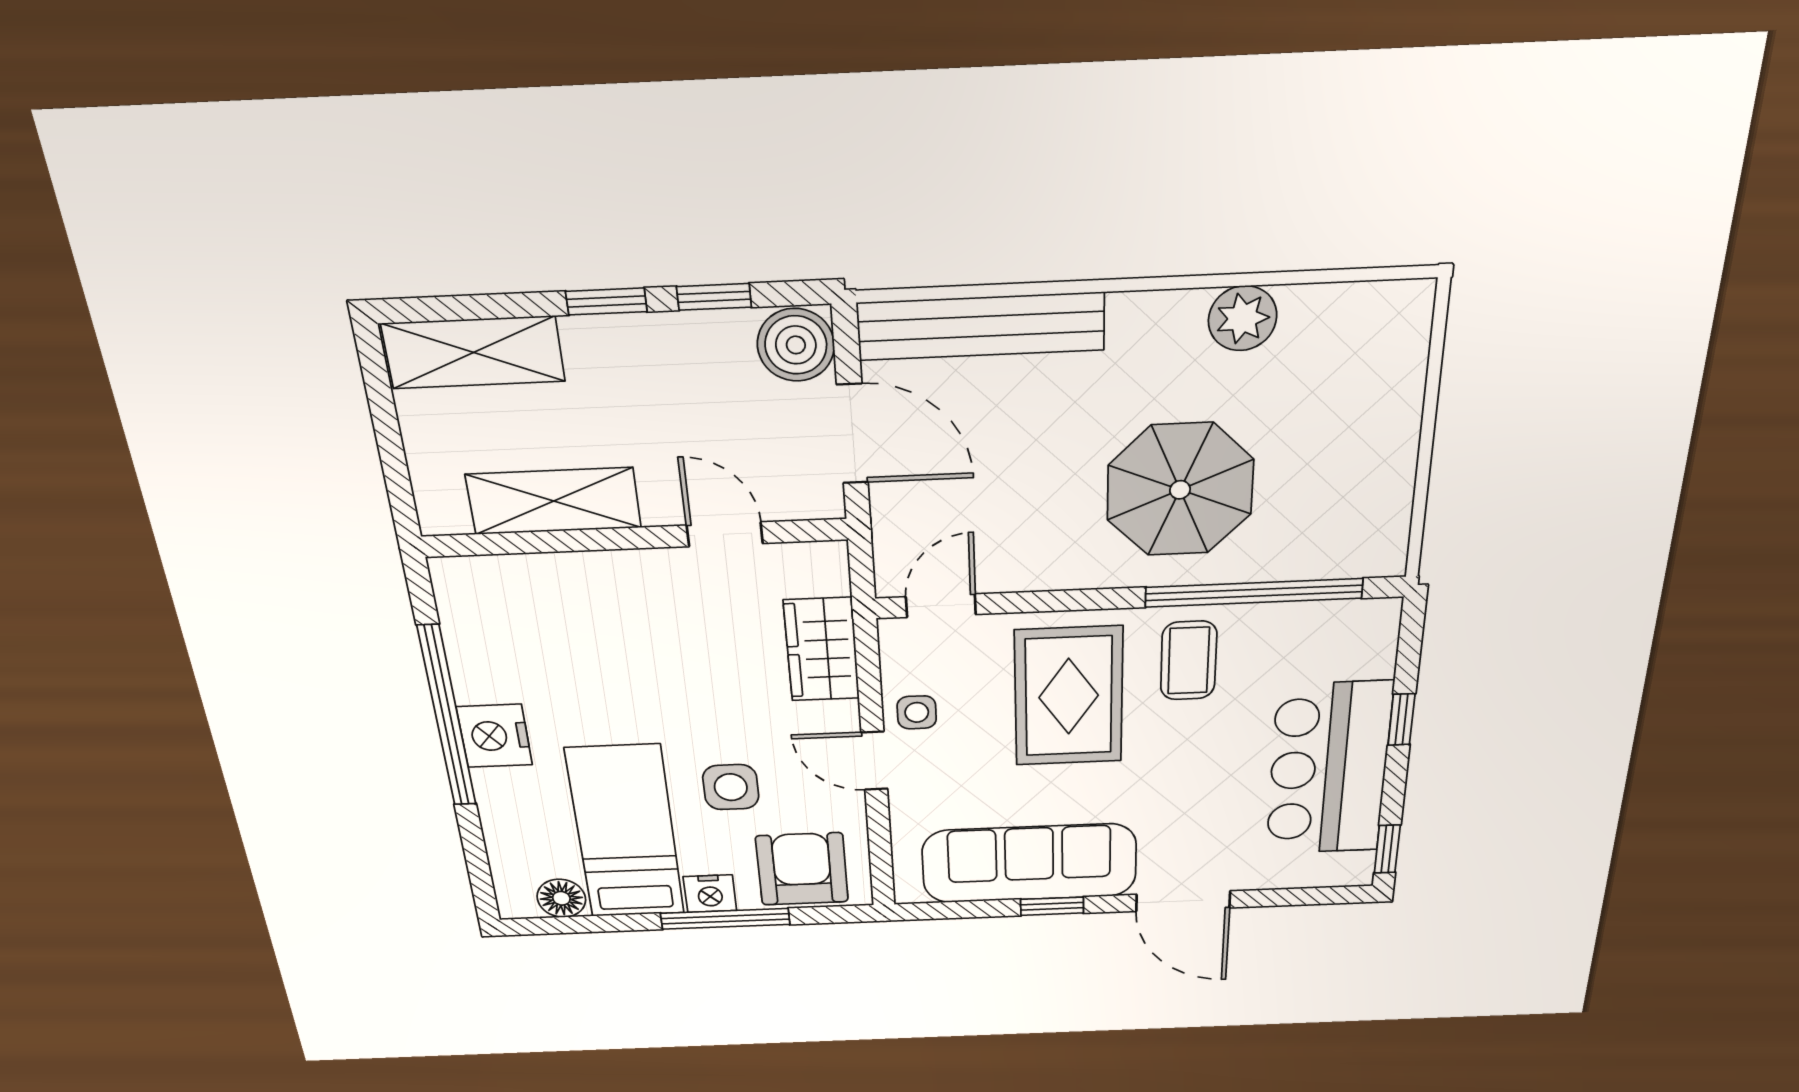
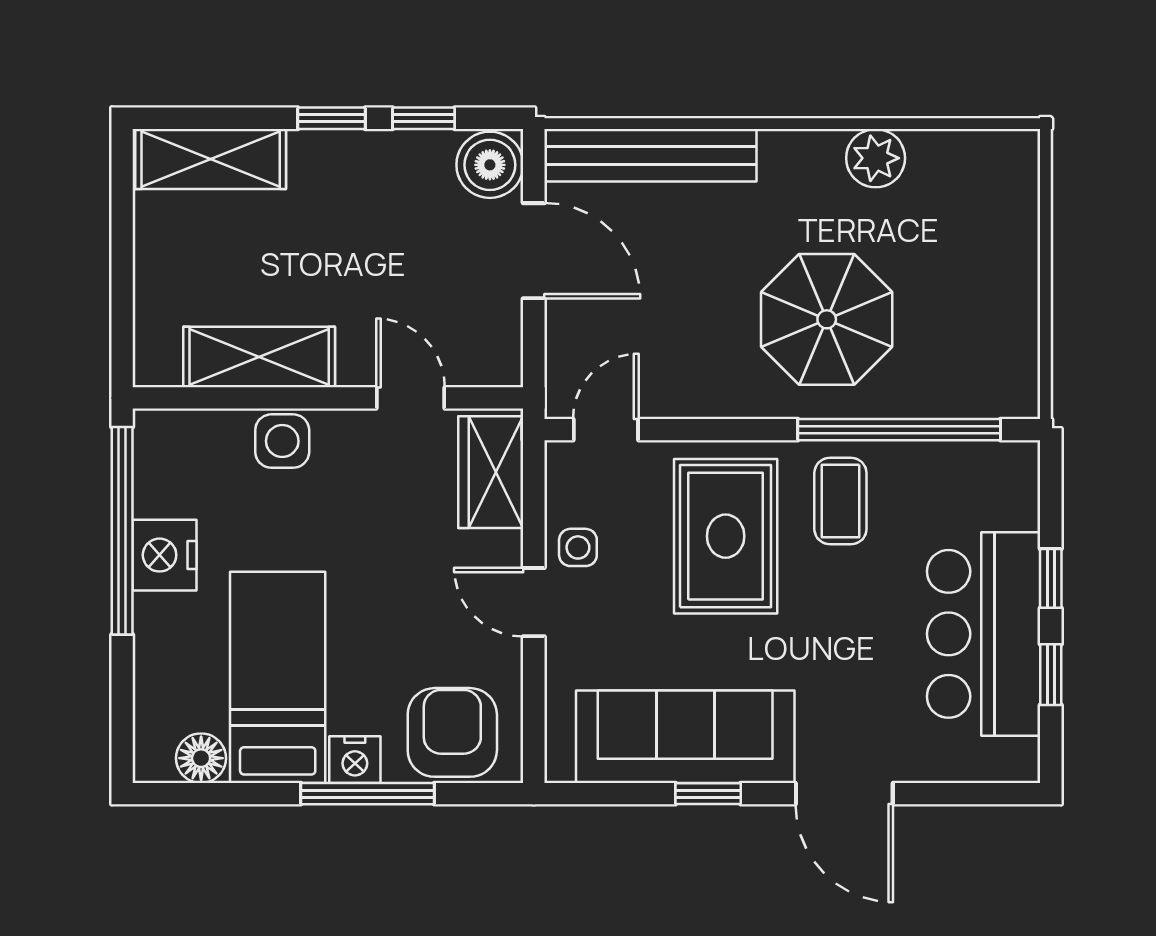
shelving: (554, 501) -> (259, 357), moved
door: (725, 534) -> (411, 398), moved
wall: (635, 538) -> (328, 398), moved
side table: (731, 787) -> (282, 441), moved
window: (1387, 849) -> (1051, 675), moved

